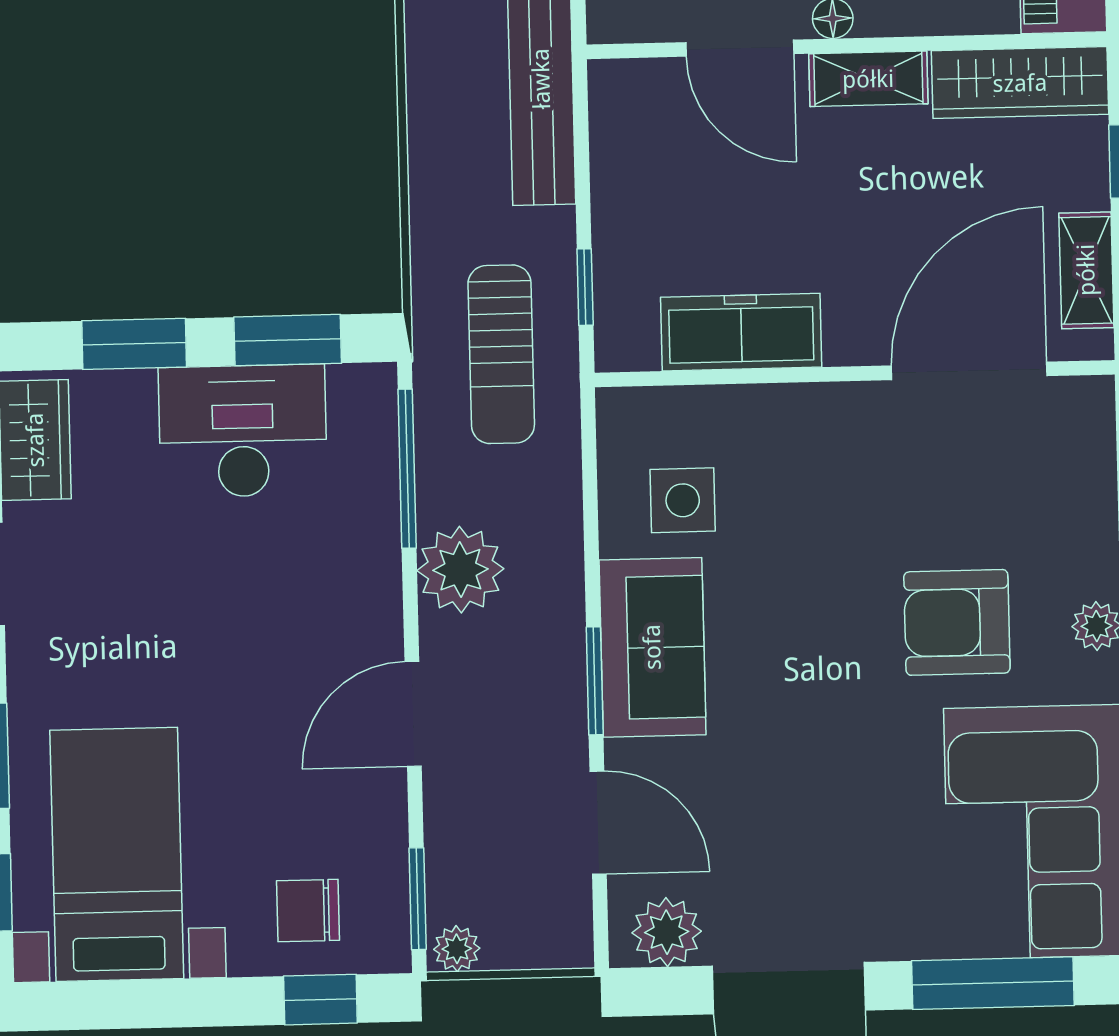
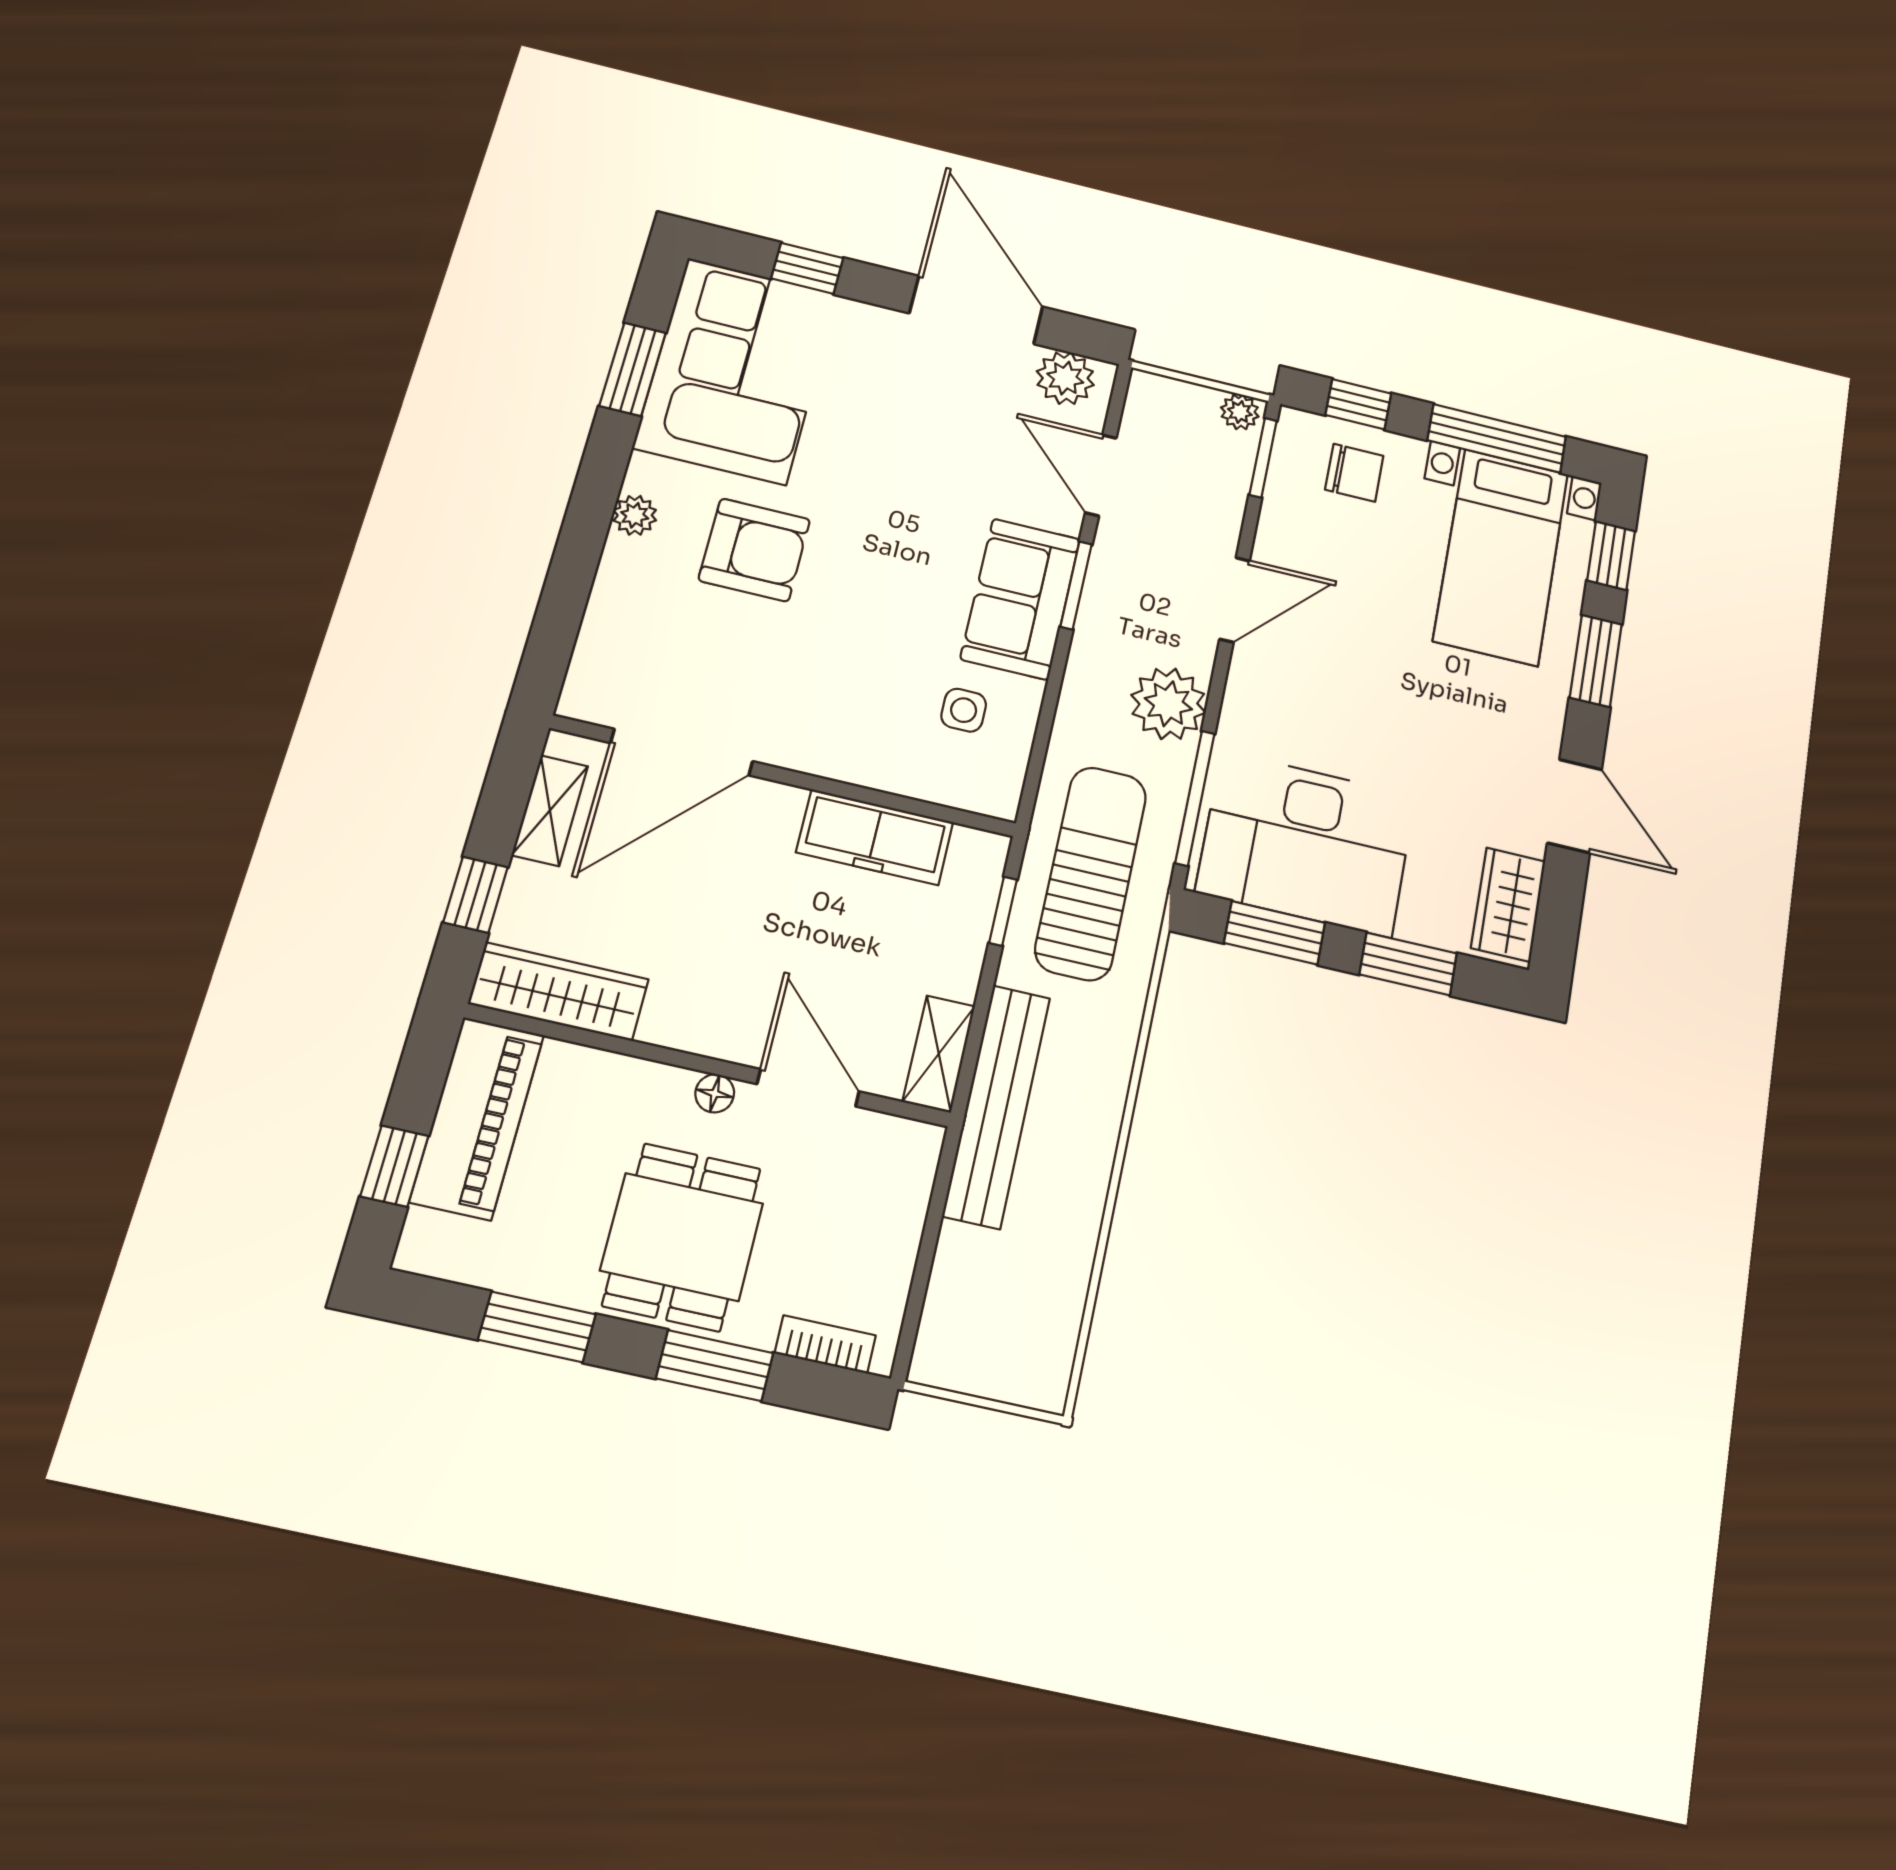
shelving: (868, 79) -> (939, 1054), moved, turned 90
sun lounger: (501, 354) -> (1091, 873), width x1.36, depth x1.34
desk: (243, 431) -> (1306, 844), width x1.36, depth x1.30
side table: (683, 500) -> (964, 710), width x0.73, depth x0.73
window: (993, 983) -> (807, 268), width x0.46
window: (148, 1004) -> (1497, 438), added

